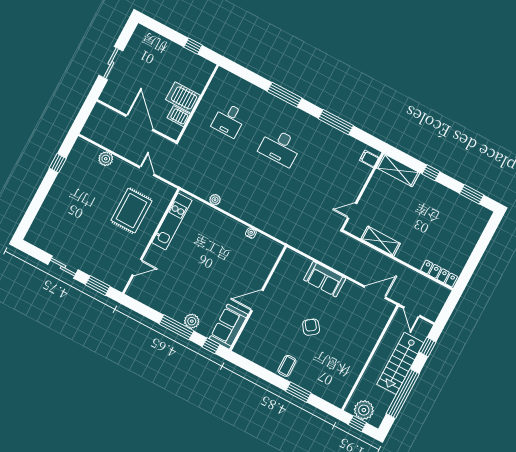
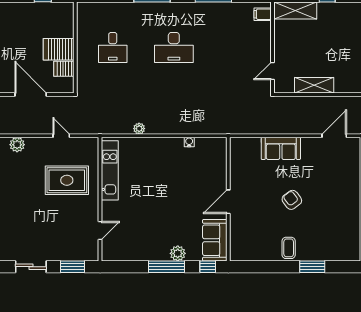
rug: (132, 211) -> (67, 180), turned 90

